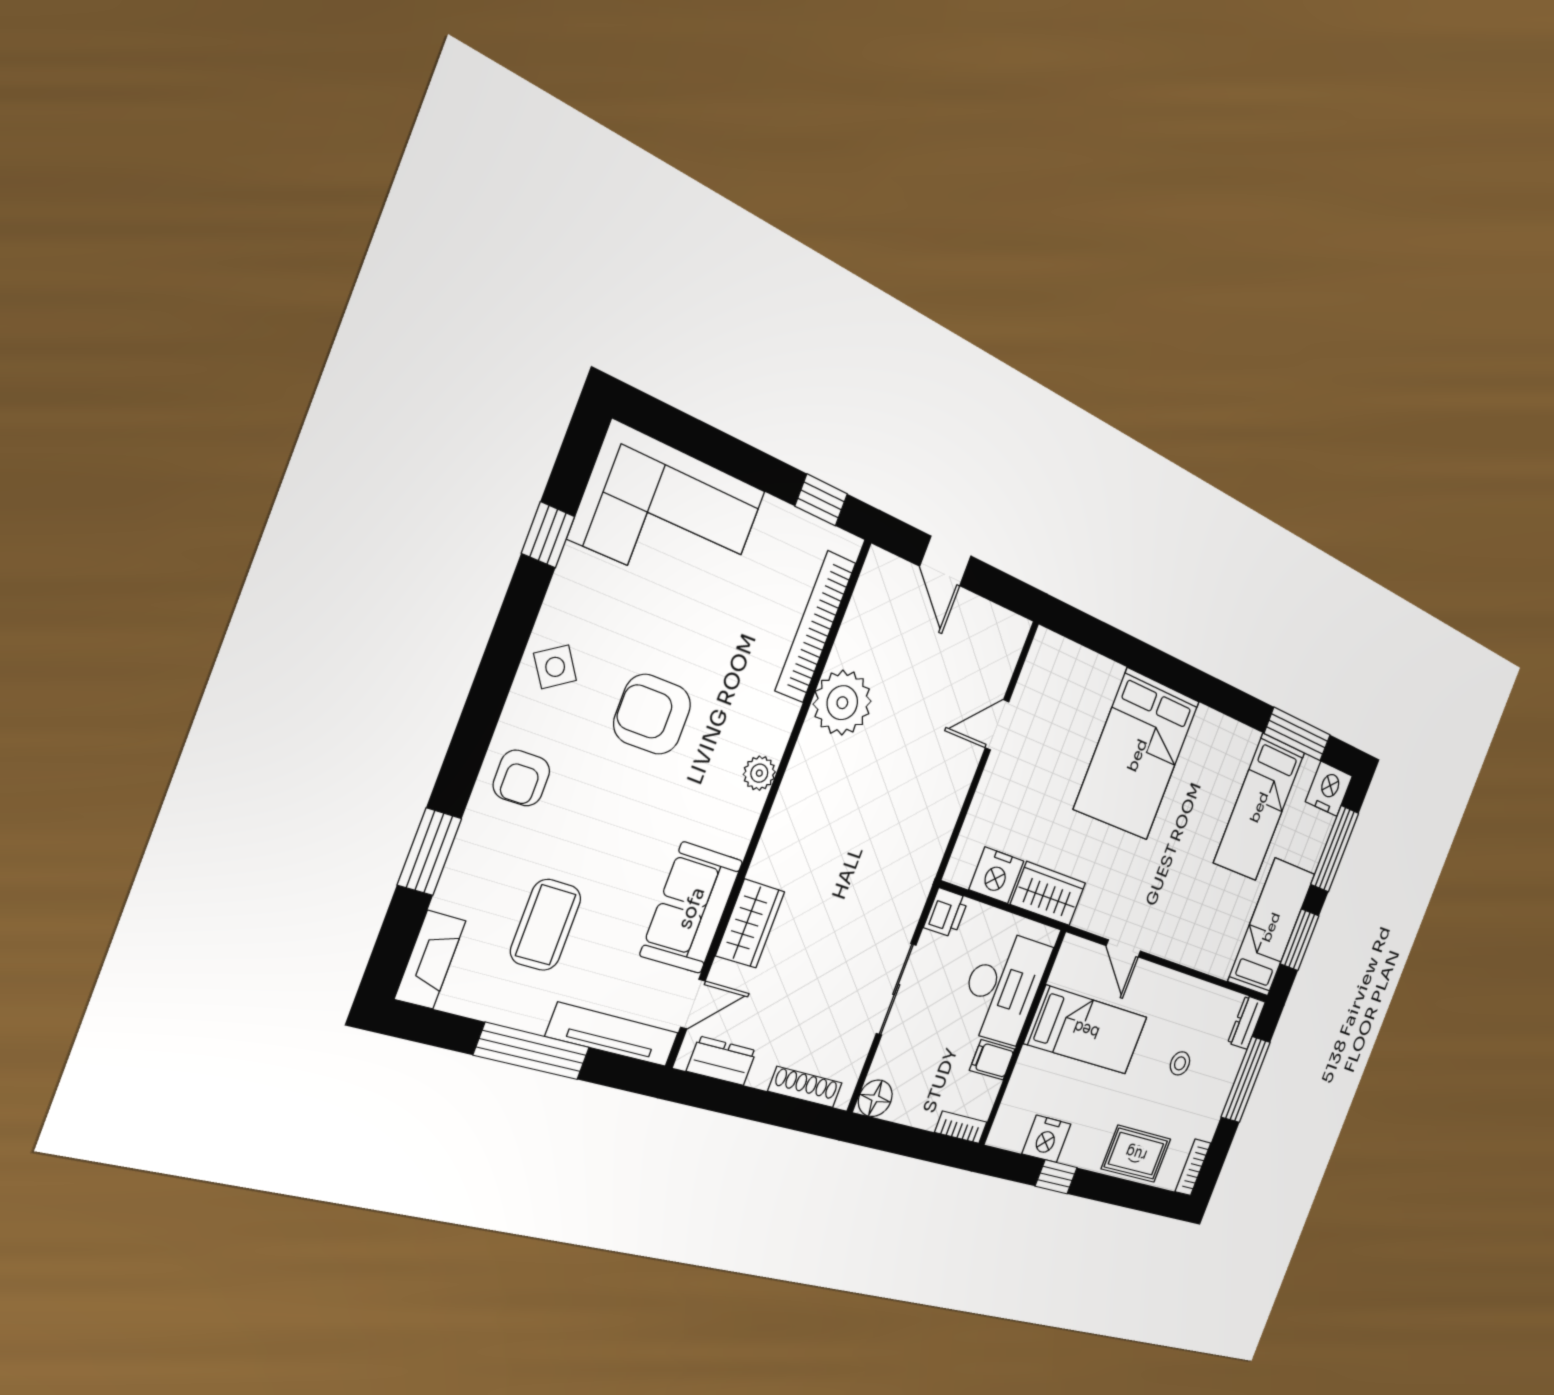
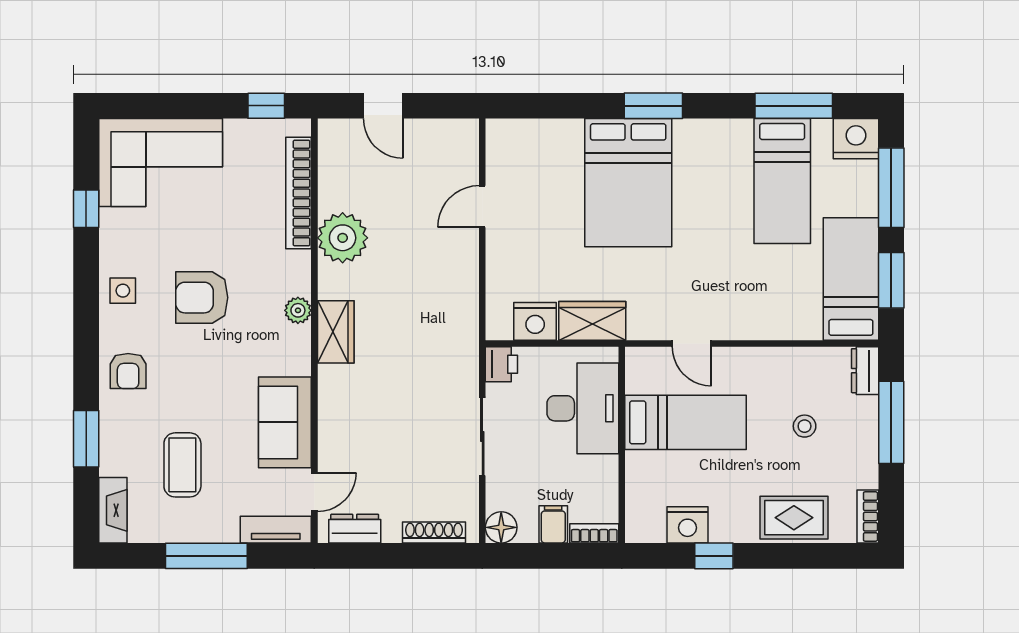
side table: (555, 667) -> (123, 291), turned 34
window: (1190, 681) -> (653, 106), added
wardrobe: (750, 924) -> (336, 332), moved
tv unit: (613, 1035) -> (276, 530), width x0.71
filing cabinet: (992, 1060) -> (553, 524), moved, turned 90

